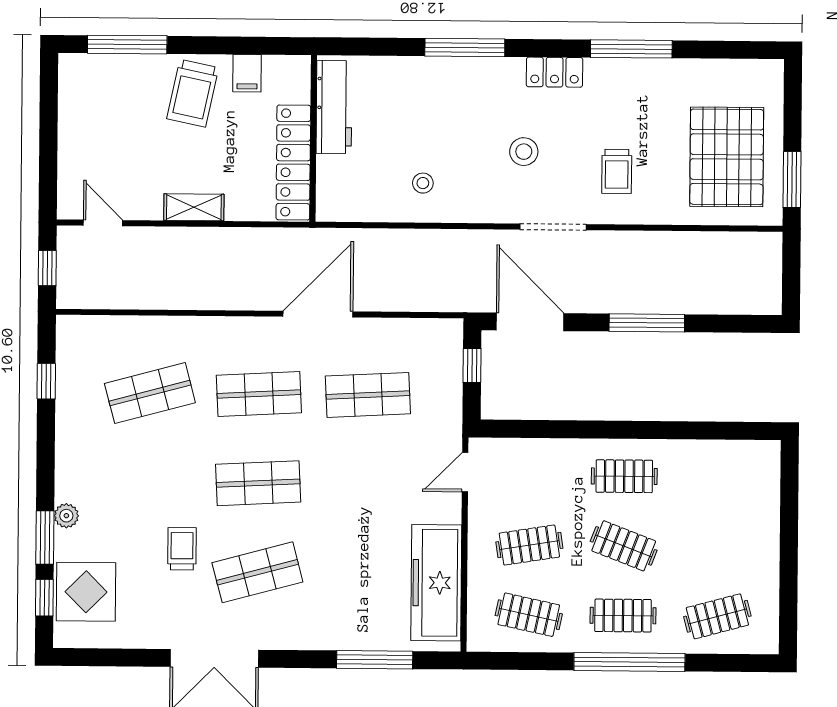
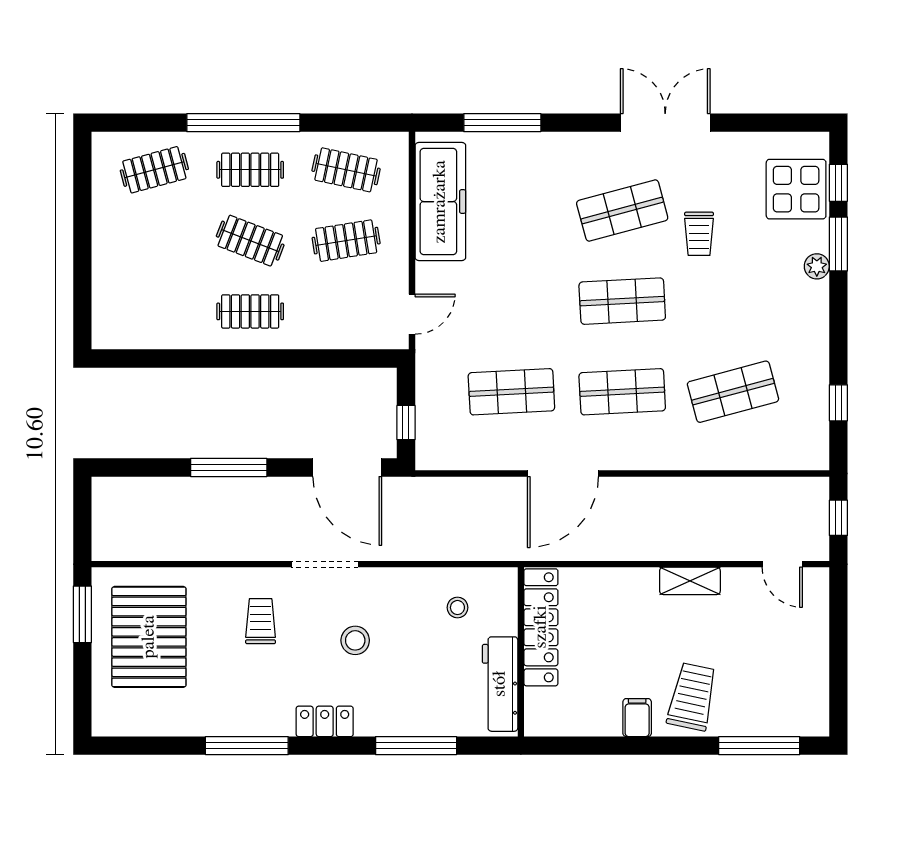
workbench: (334, 107) -> (500, 684), moved
wall: (313, 138) -> (521, 652), moved
locker: (293, 162) -> (541, 627), moved

